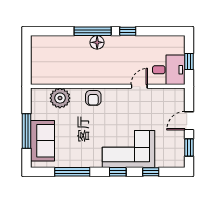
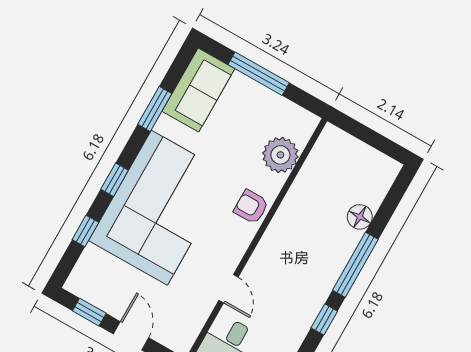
floor lamp: (97, 42) -> (360, 217), moved
sofa: (43, 141) -> (198, 90), moved, turned -90
corner sofa: (128, 149) -> (159, 208), width x1.36, depth x1.36
window: (72, 172) -> (155, 109), width x0.69

